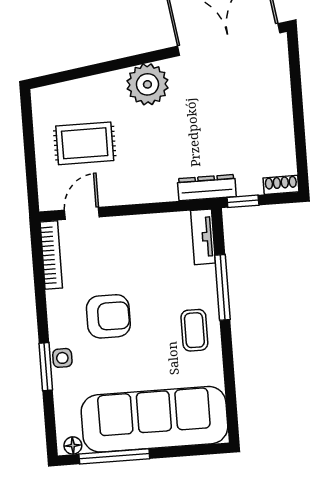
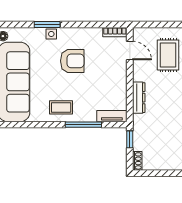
dresser: (207, 188) -> (139, 98), moved
bookcase: (51, 255) -> (115, 32), width x0.64
armchair: (108, 316) -> (72, 61), turned -90

